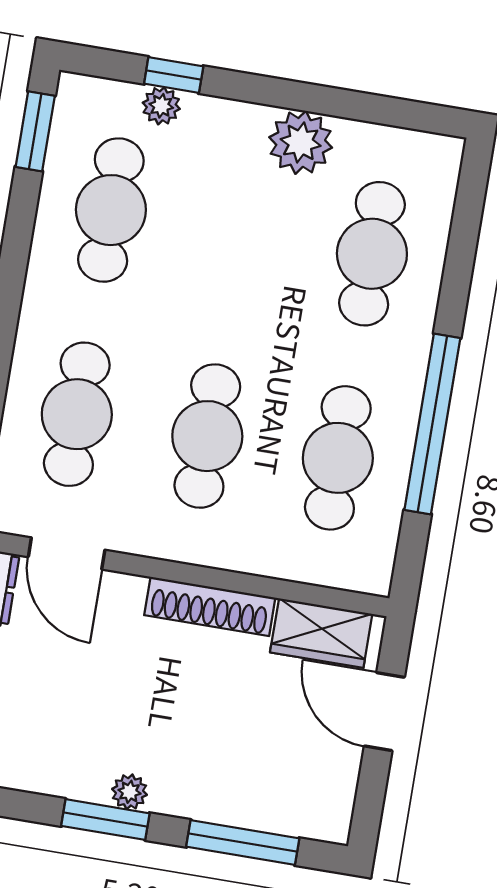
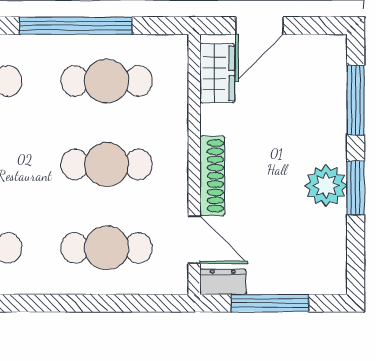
door: (67, 553) -> (194, 240), hinge flipped
shoe rack: (210, 606) -> (212, 176), moved
plant: (130, 792) -> (326, 186), width x1.88, depth x1.88

